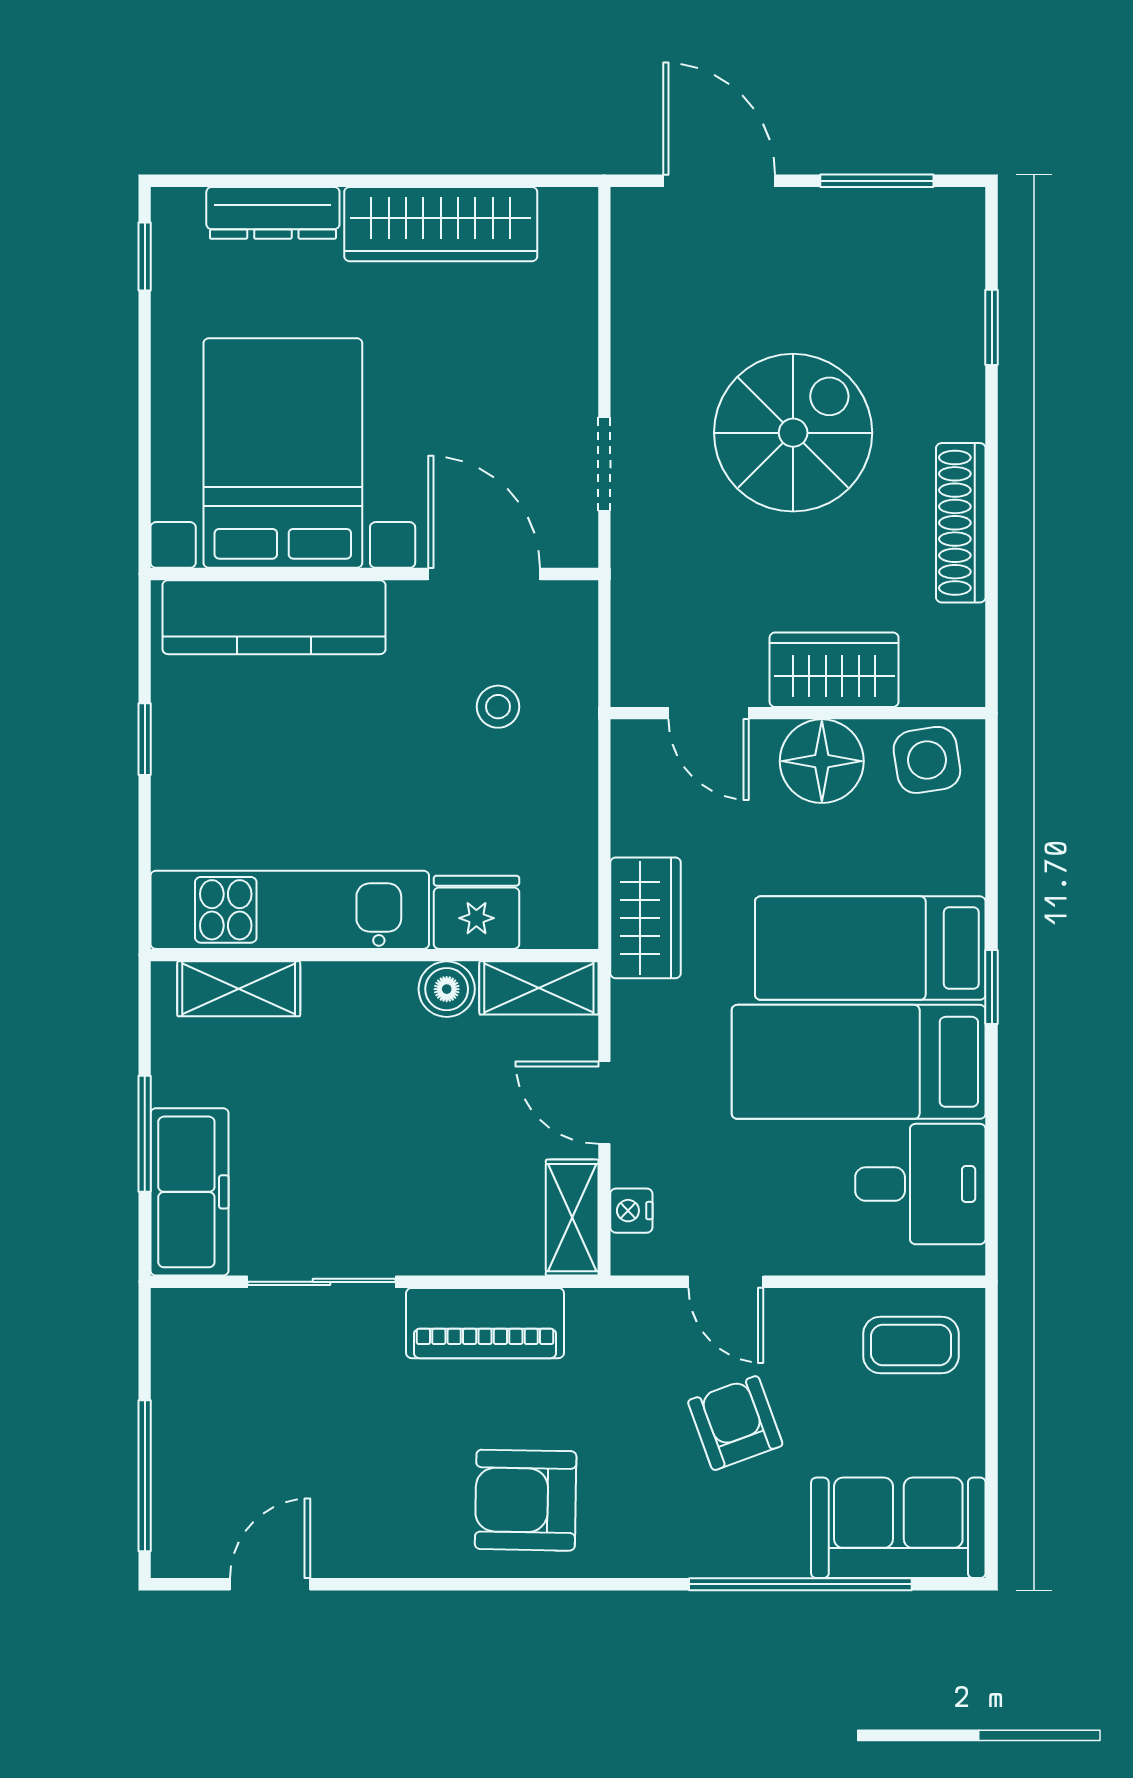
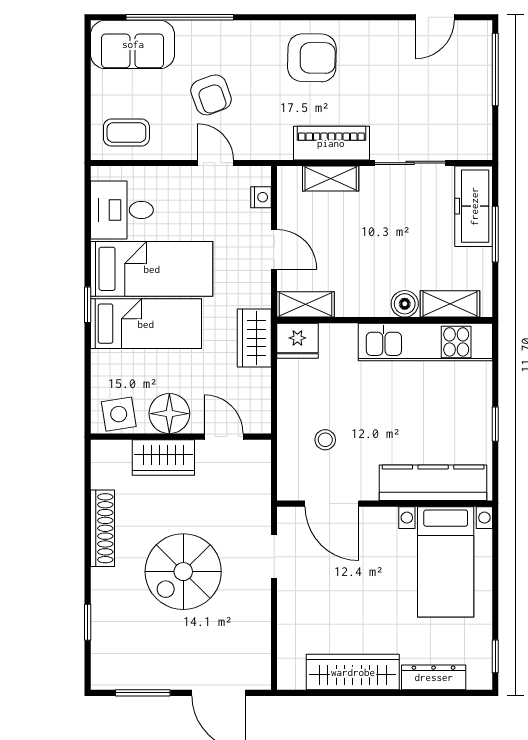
bed with nightstands: (283, 453) -> (446, 562), width x0.73
fridge: (476, 912) -> (297, 341), moved
boiler: (447, 989) -> (405, 304), moved
shelving: (572, 1218) -> (331, 178), moved, turned 90

